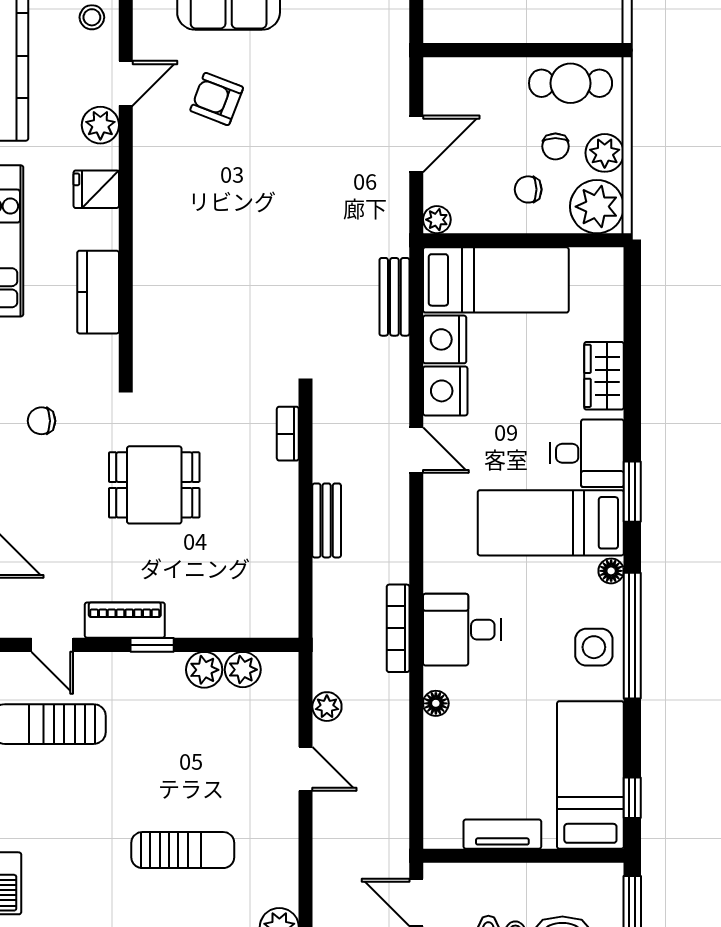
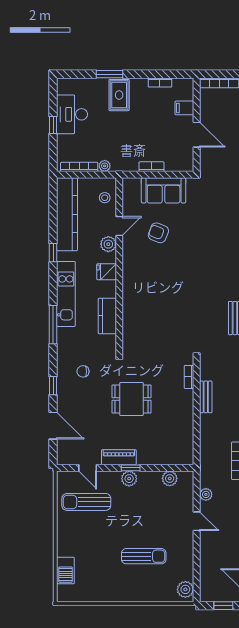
bench: (327, 520) -> (206, 397), moved
plant: (204, 670) -> (129, 479), moved

